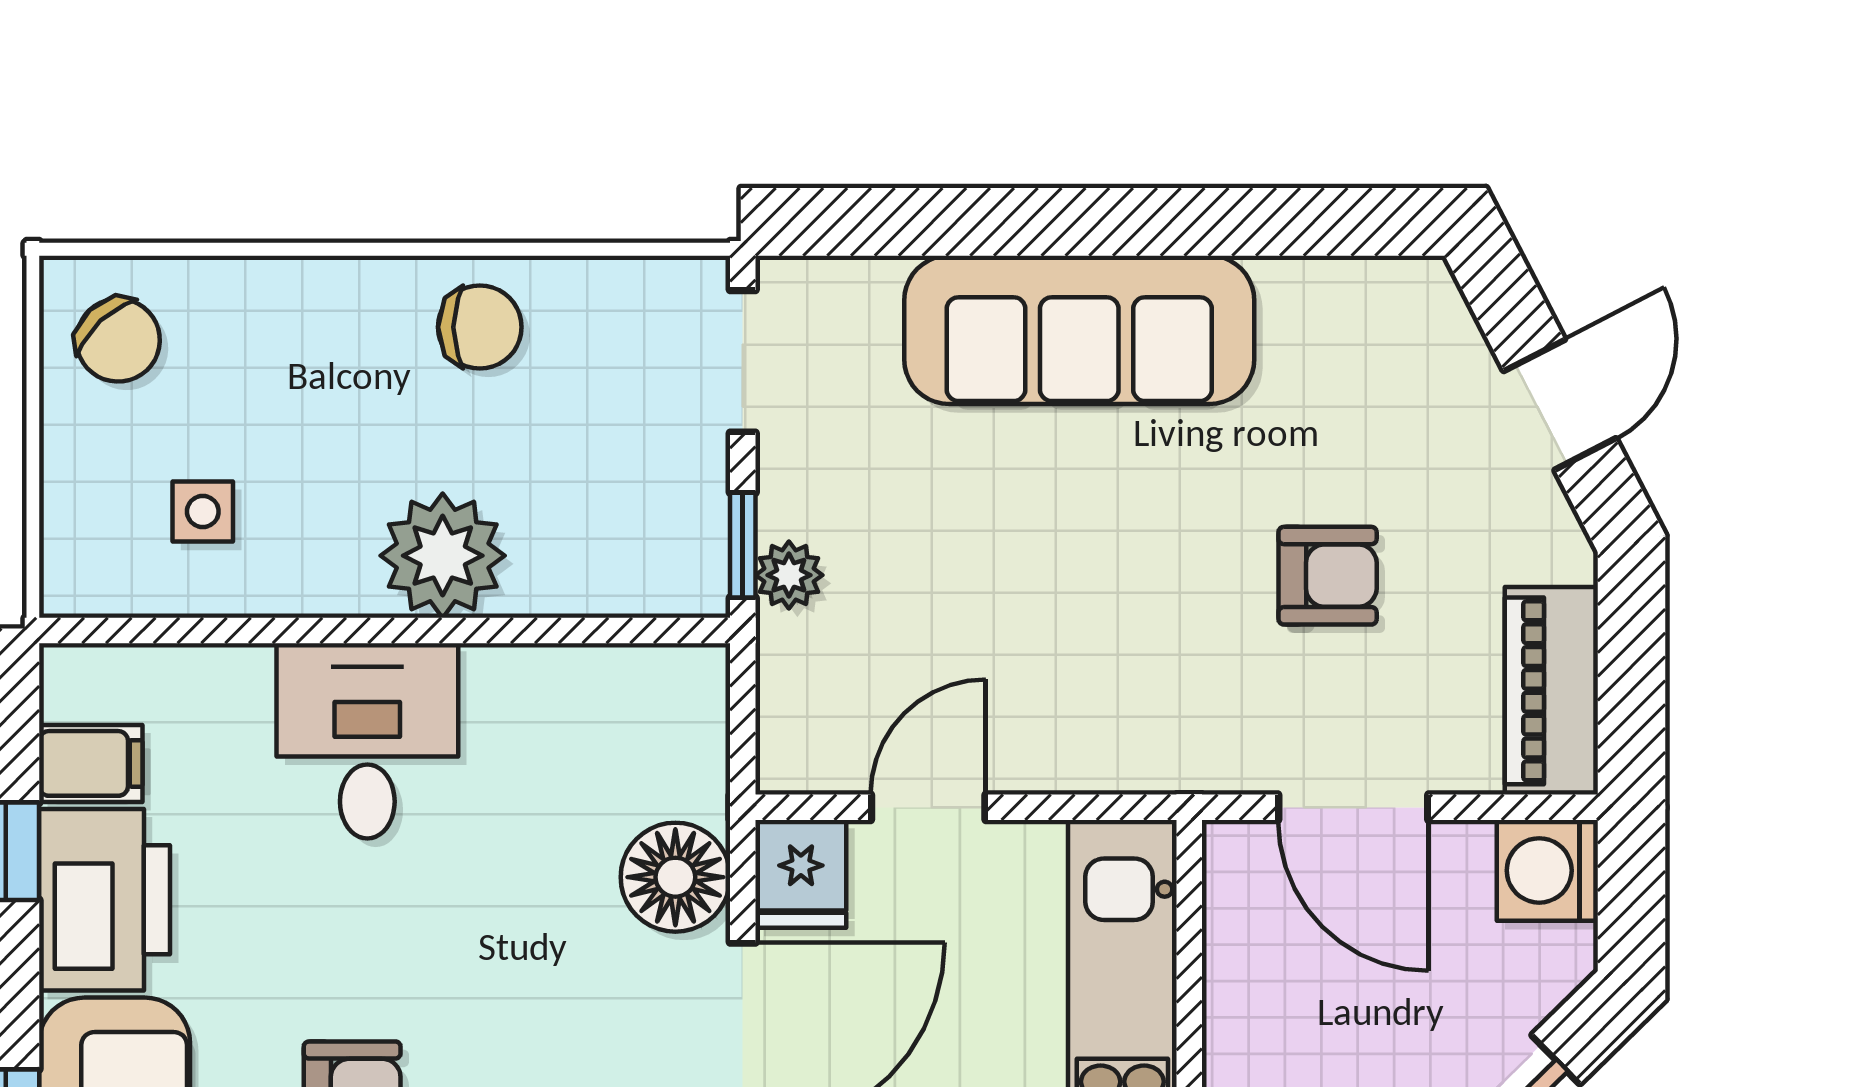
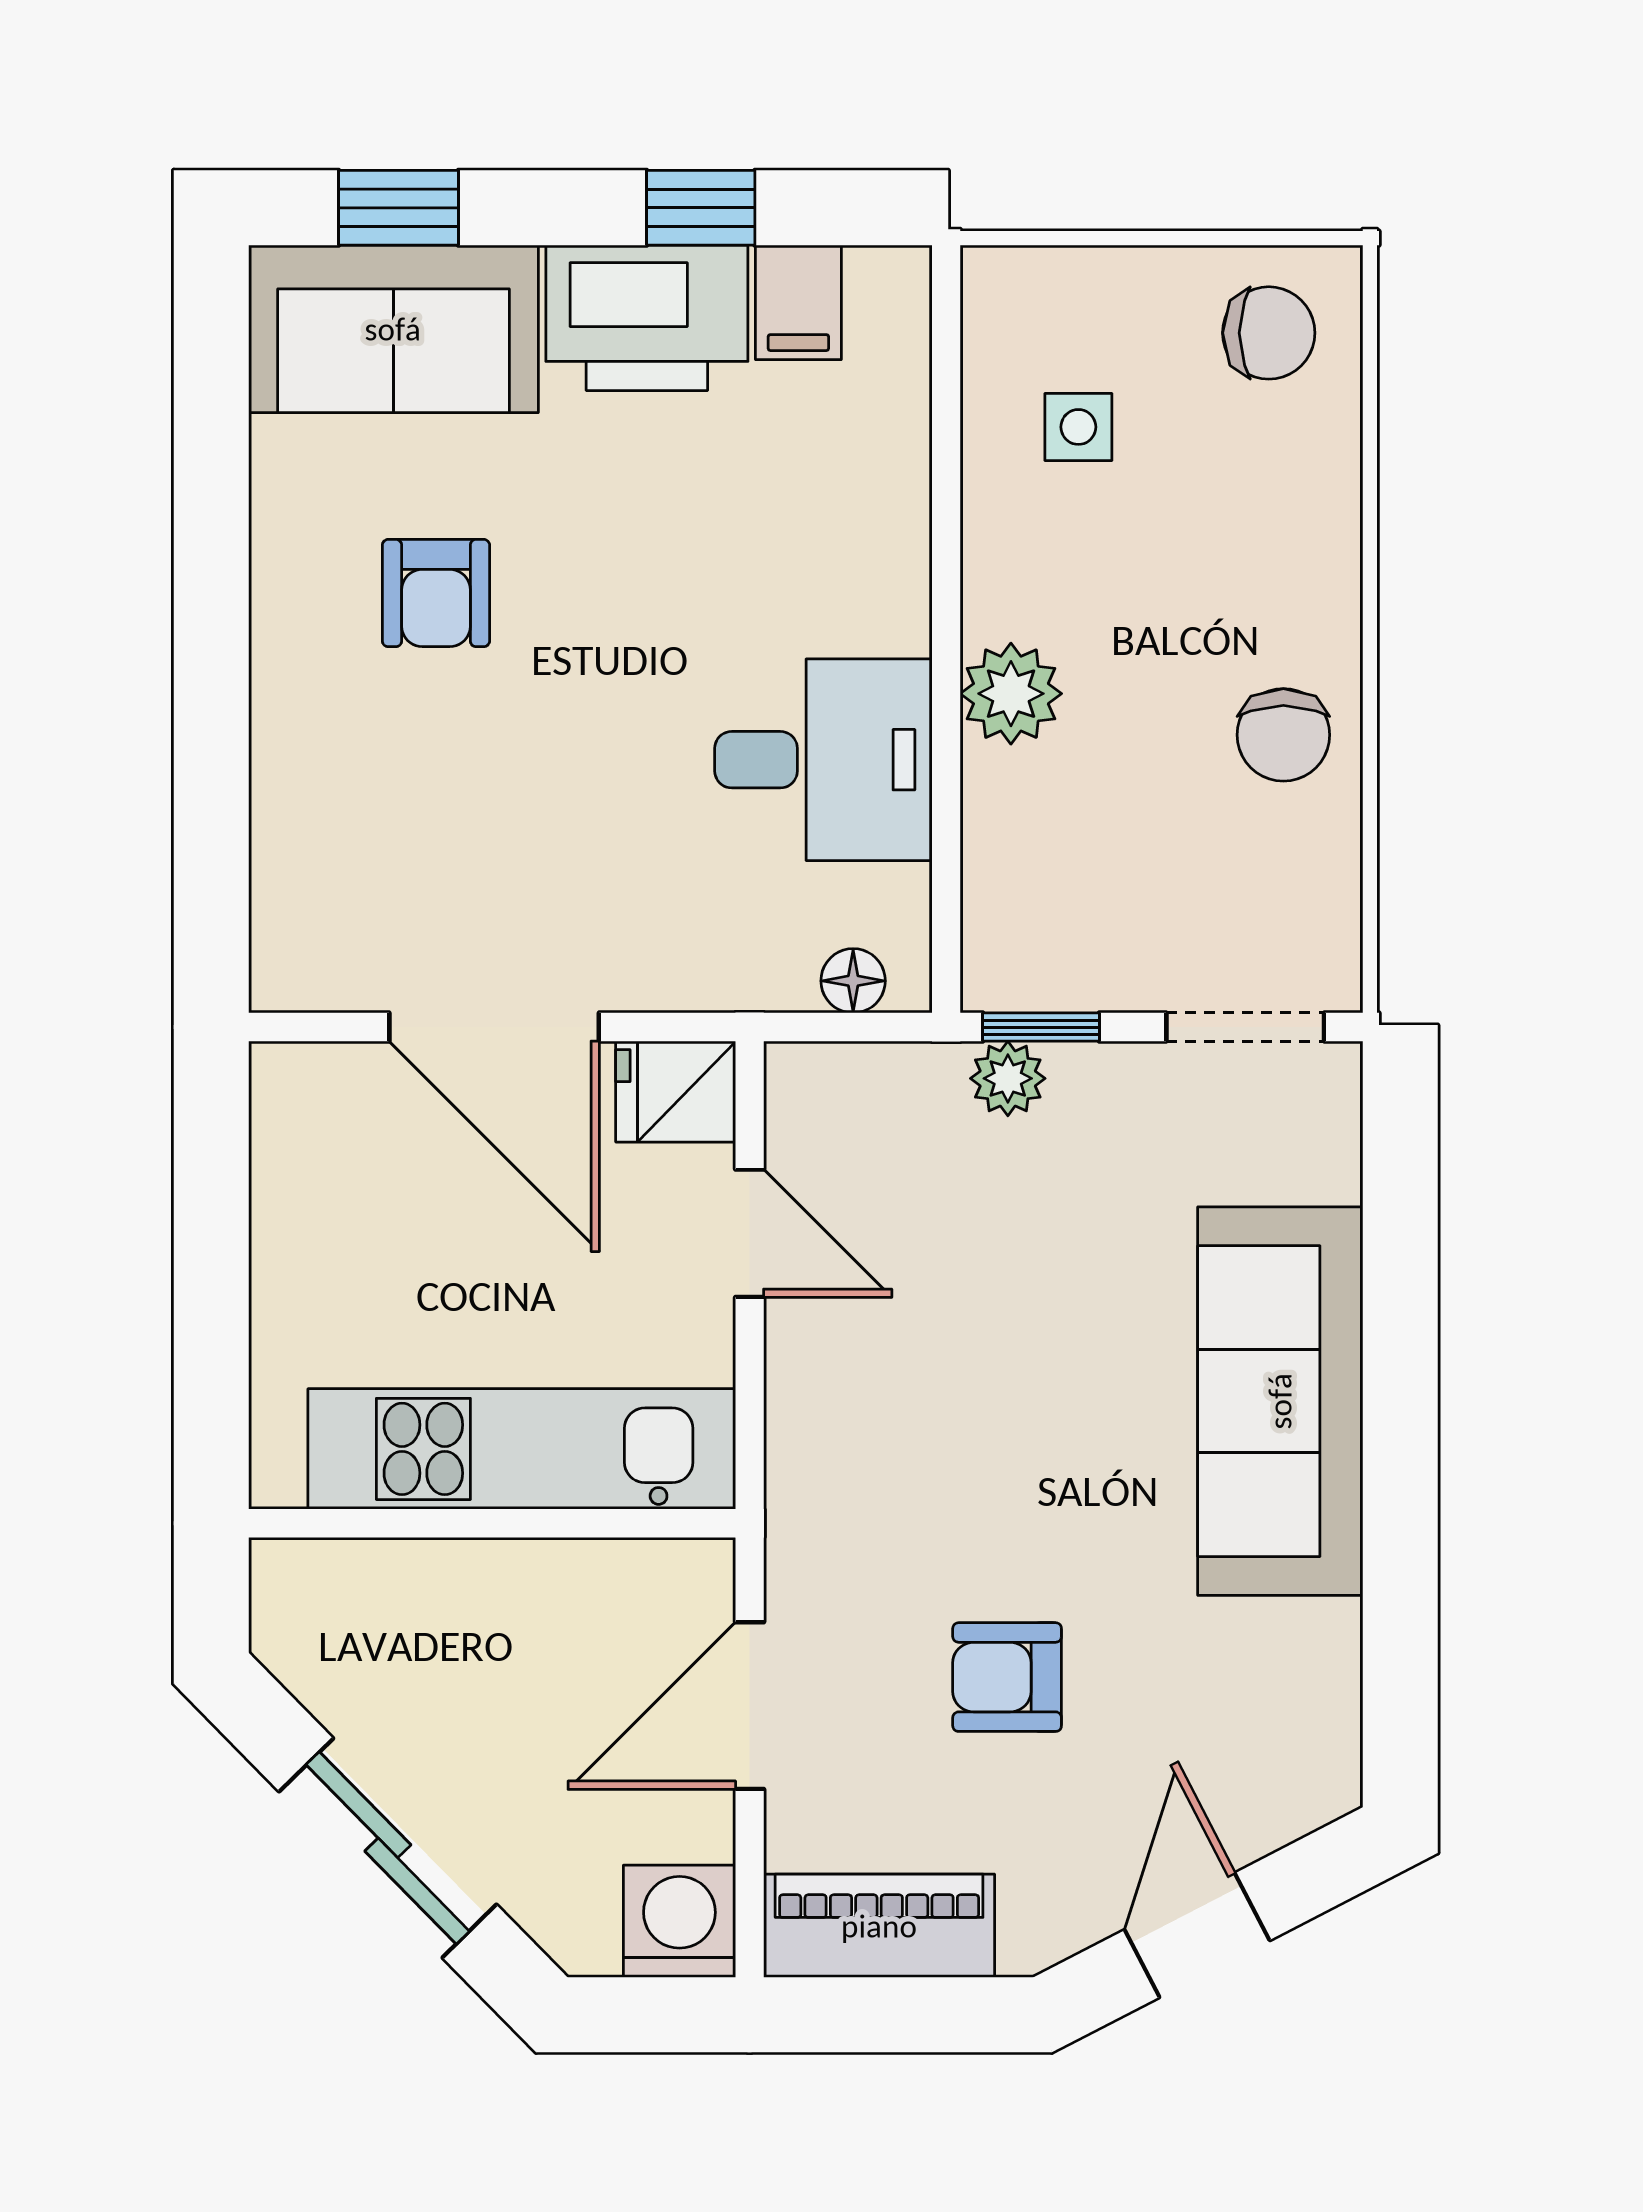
chair: (118, 340) -> (1269, 333), turned -137
door: (1560, 405) -> (1197, 1935), swing flipped
plant: (443, 556) -> (1011, 694), width x0.73, depth x0.73
armchair: (1328, 576) -> (1007, 1677), turned 90
desk: (367, 741) -> (823, 760), moved
floor lamp: (675, 877) -> (853, 981), moved, width x0.53, depth x0.53

